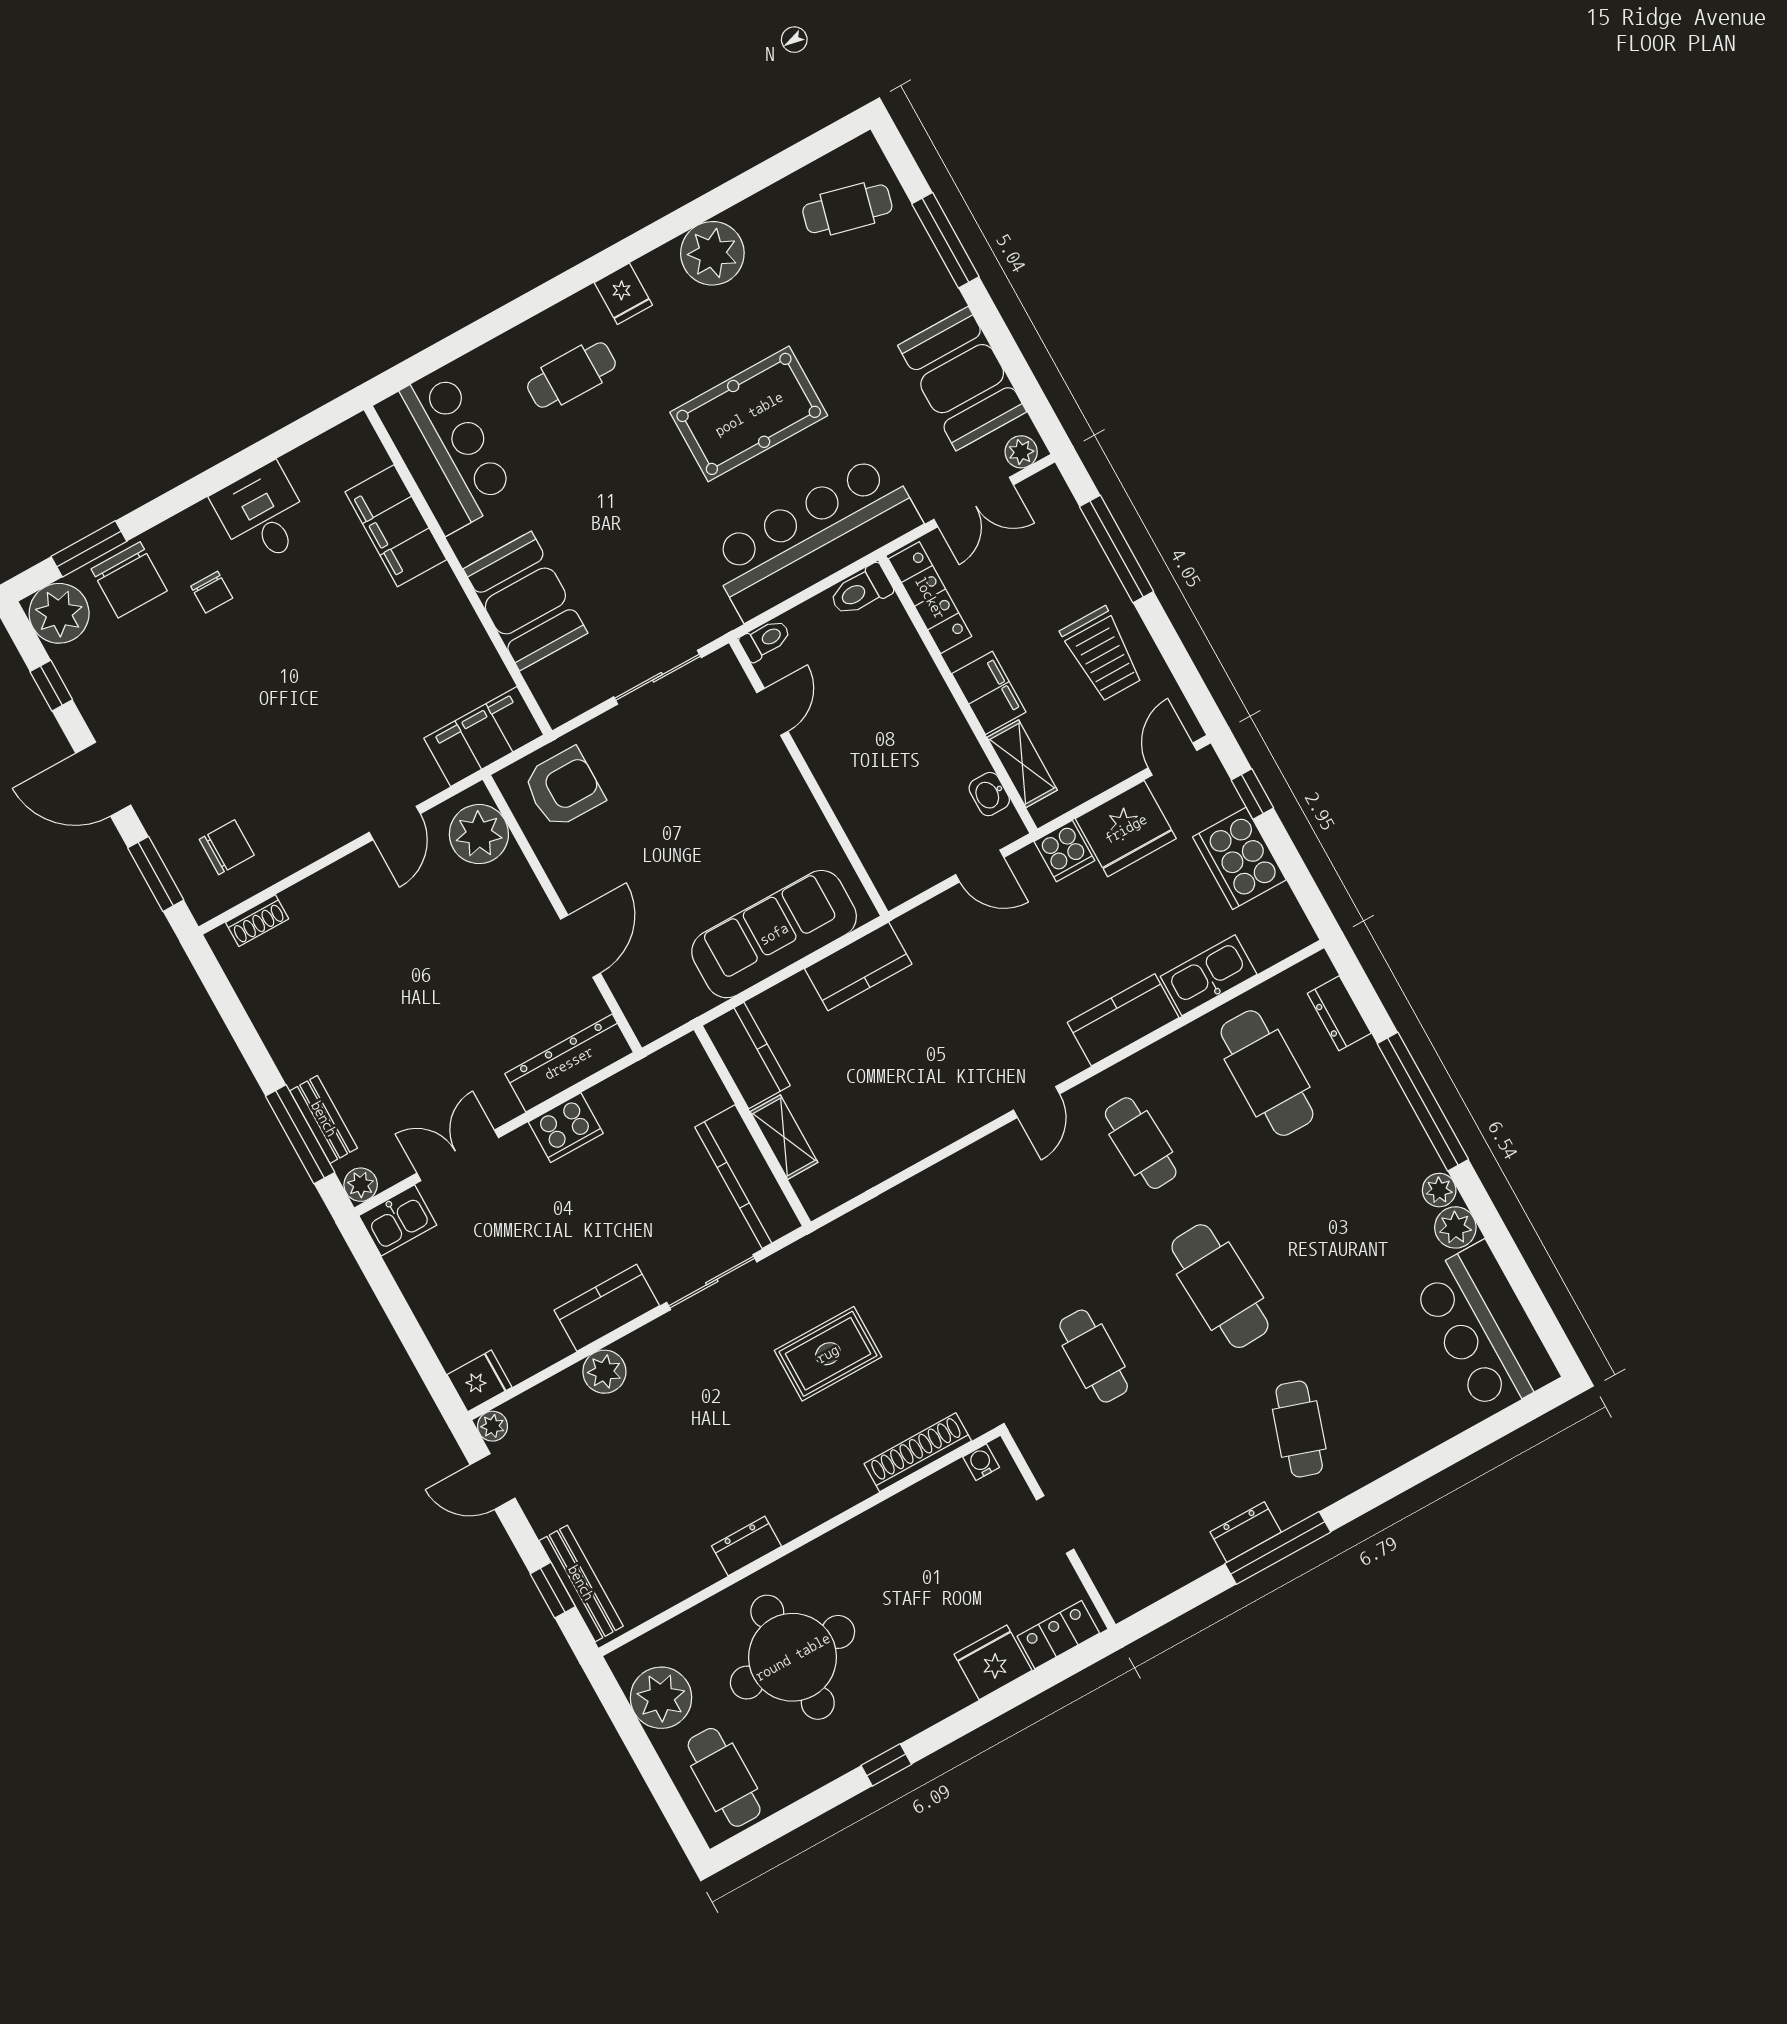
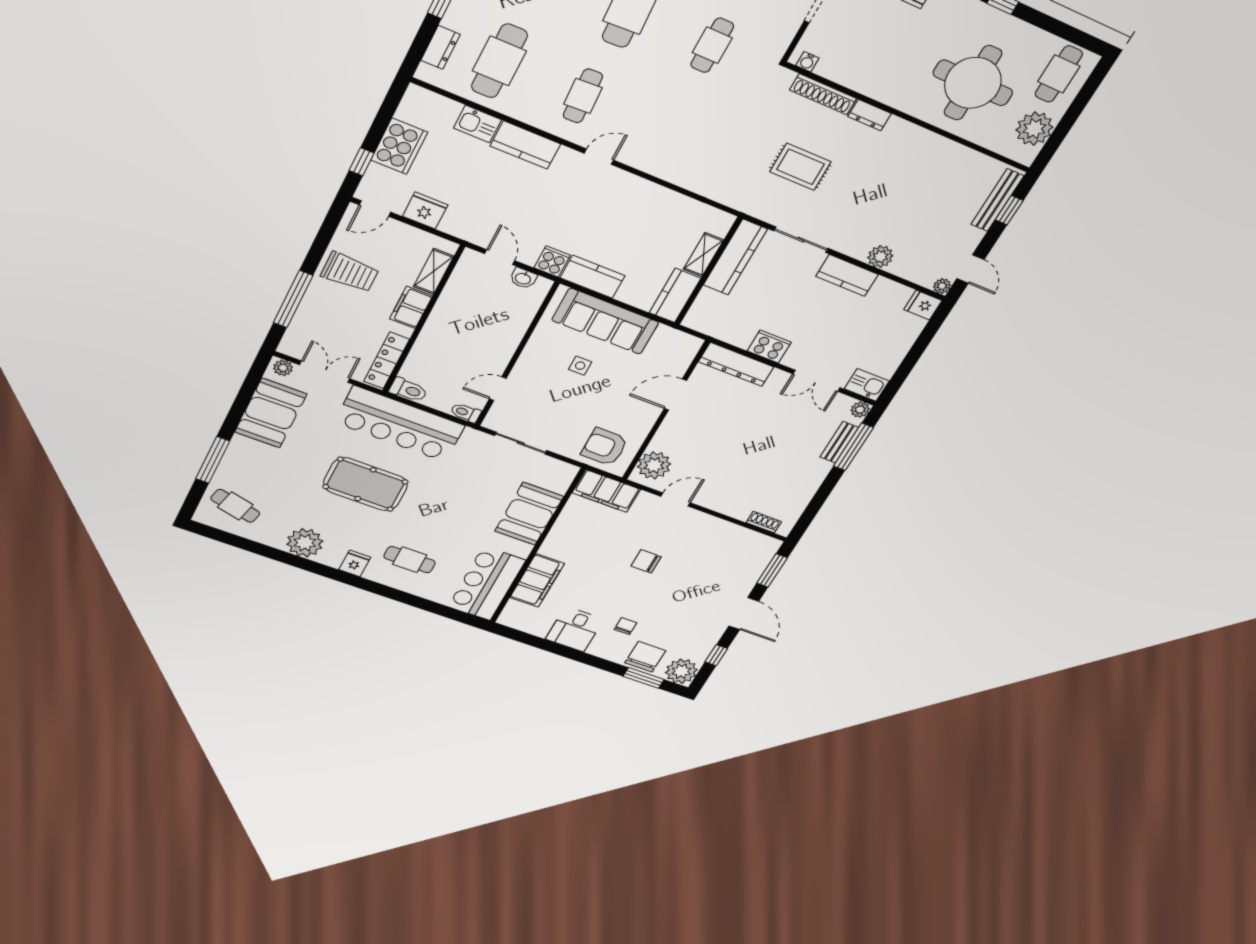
trolley: (1102, 654) -> (350, 272), turned 90
washbasin: (989, 794) -> (523, 278), moved, turned 90
fridge: (1126, 829) -> (425, 211), width x0.73, depth x0.75
chair: (227, 847) -> (646, 561), moved
side table: (727, 850) -> (580, 366), added
cooker: (1064, 851) -> (552, 261), moved
kitchen sink: (1209, 975) -> (478, 124), width x0.73
dresser: (746, 1546) -> (870, 115), moved

